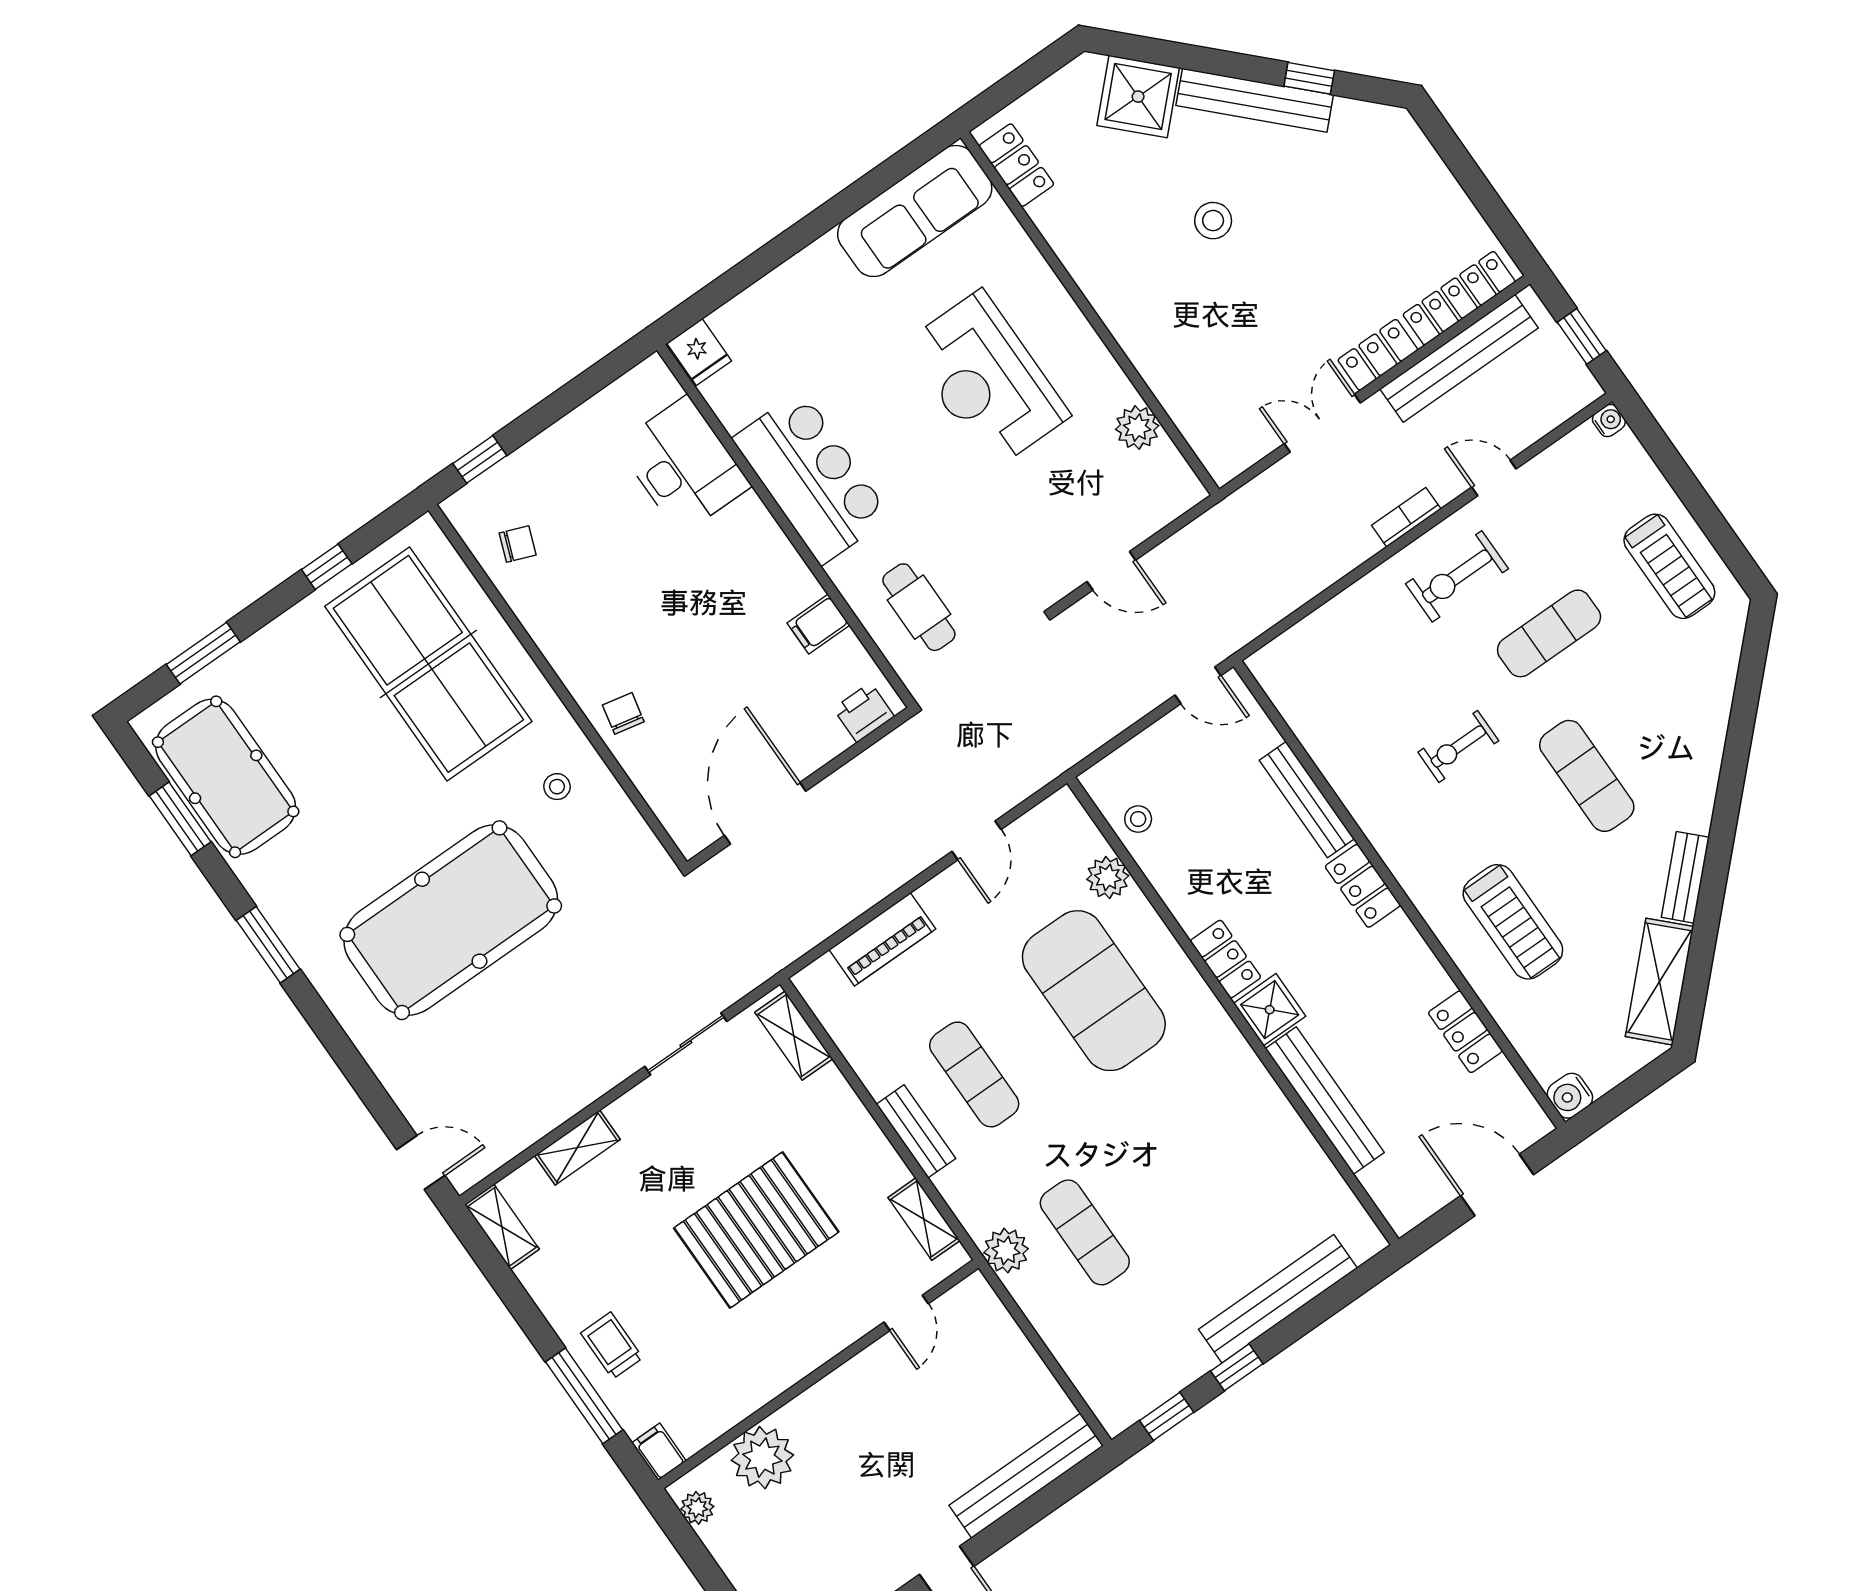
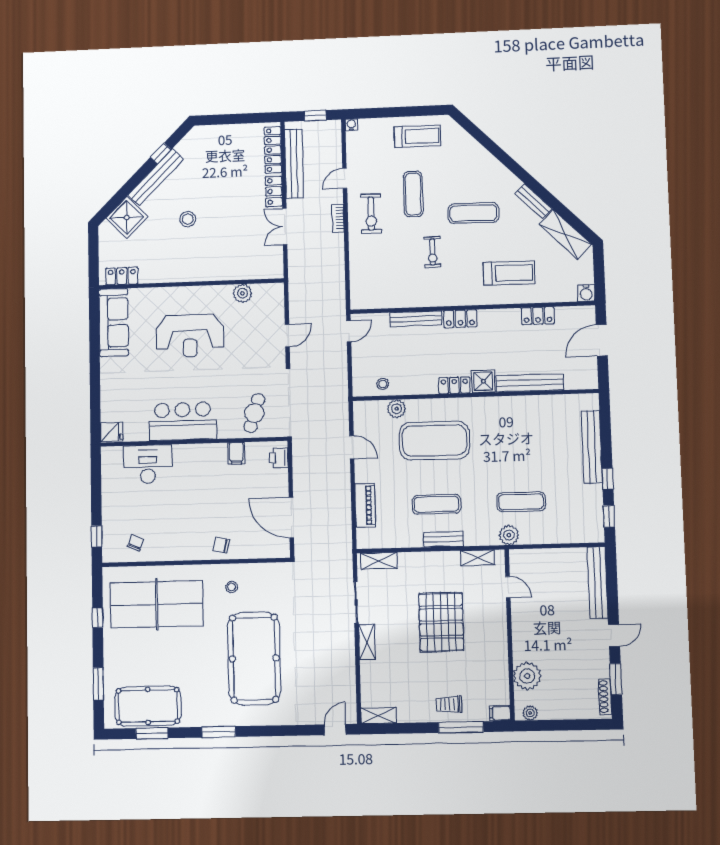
cafe table: (919, 607) -> (254, 413), turned -73
shelving: (577, 1148) -> (367, 642), moved

